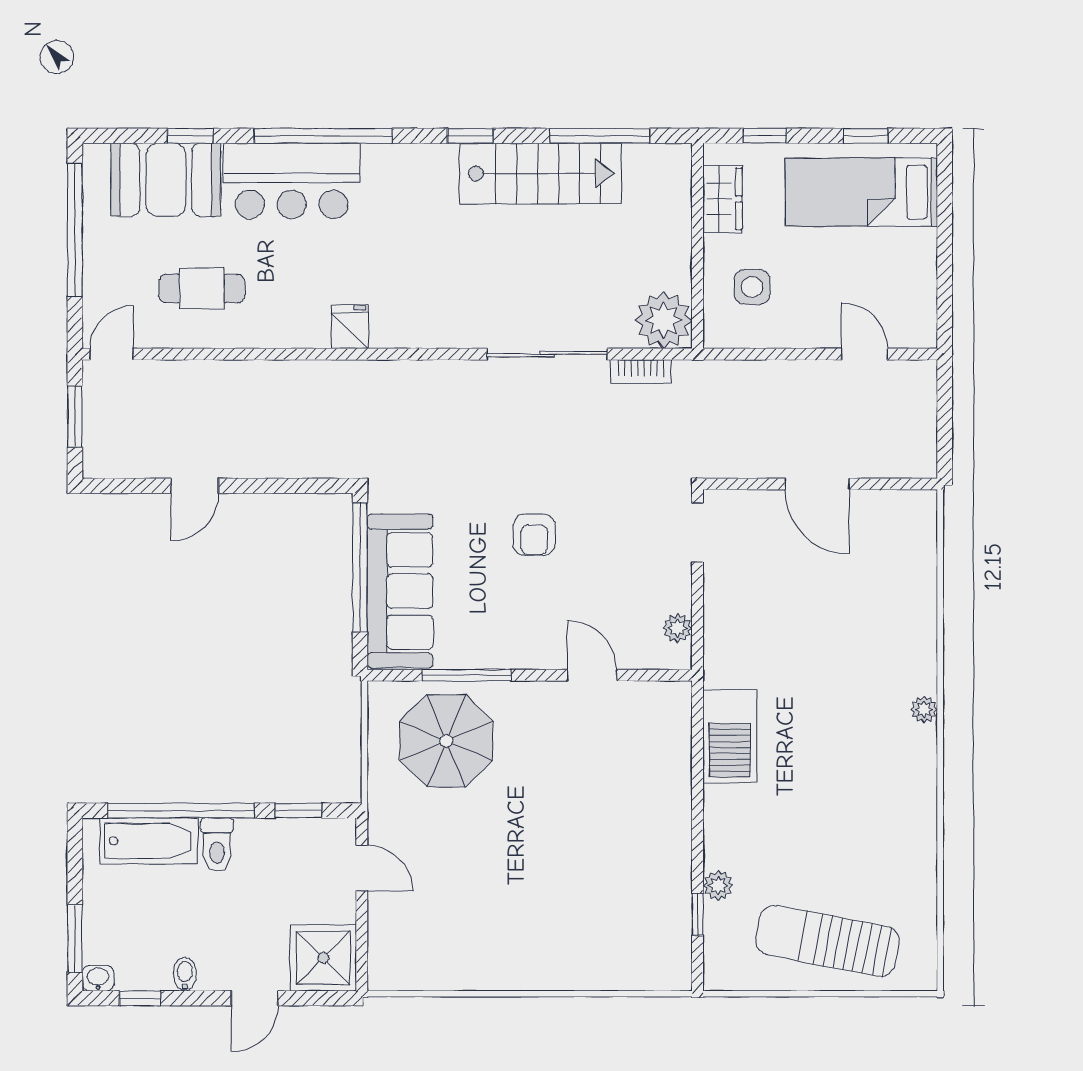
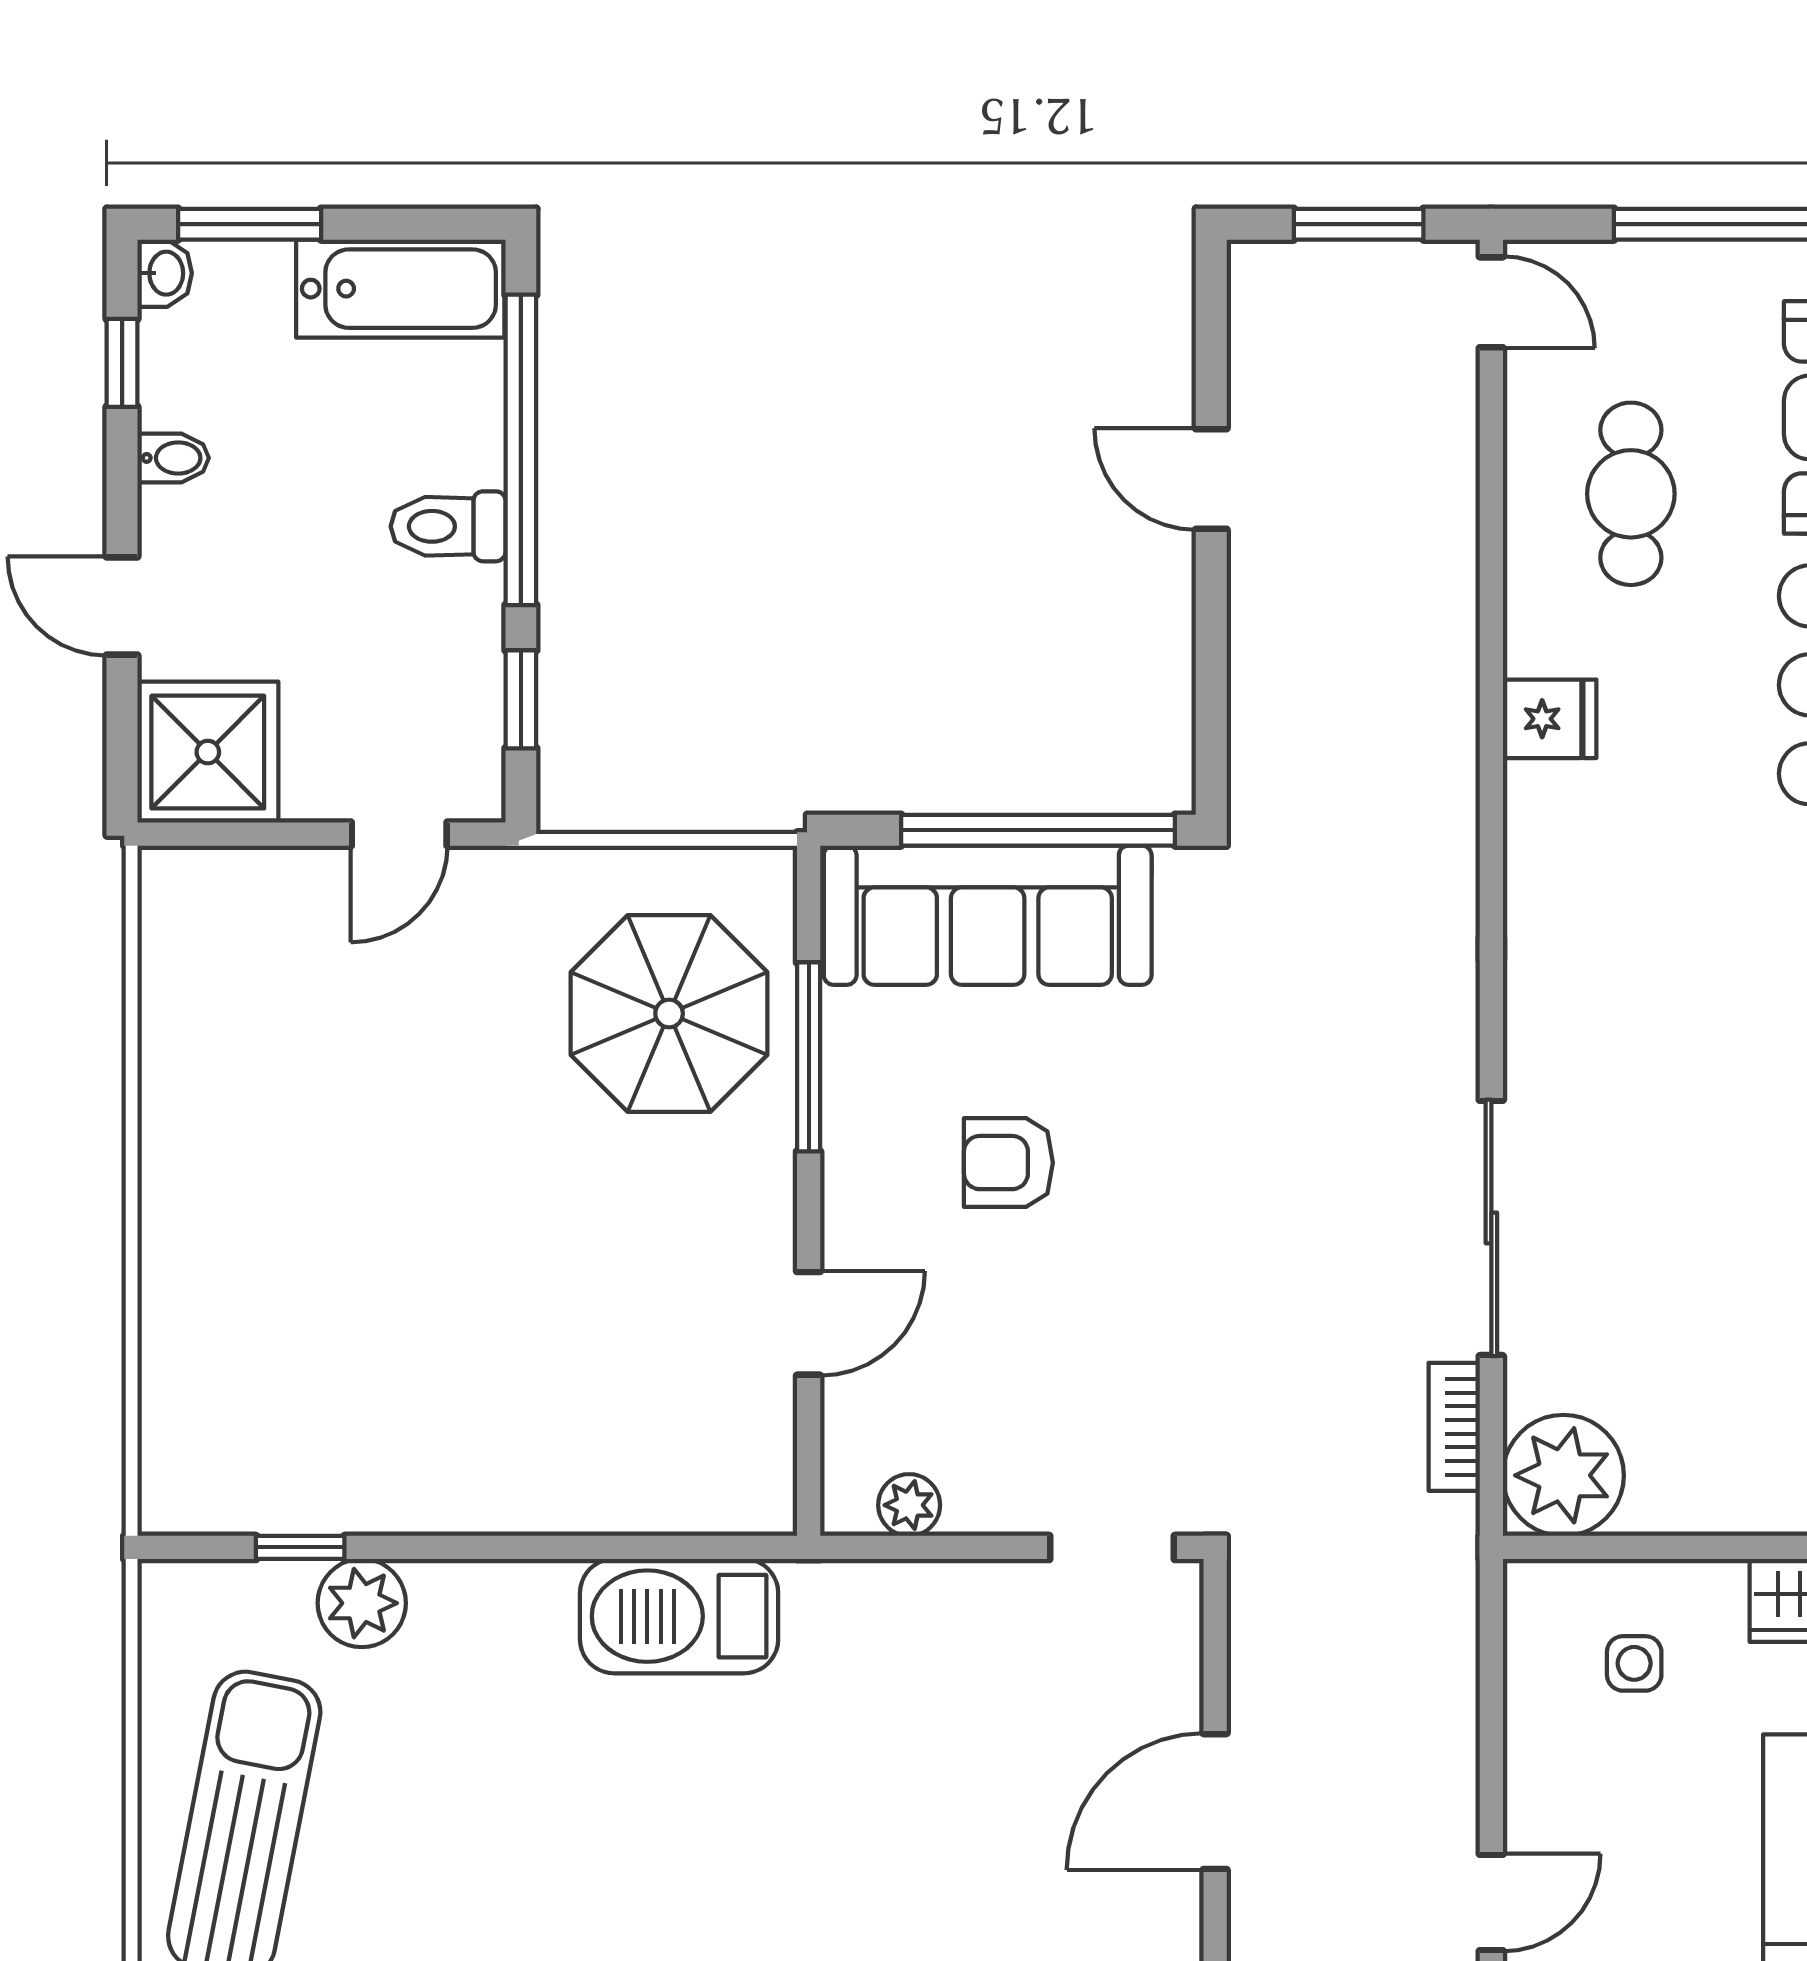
side table: (752, 287) -> (1634, 1663), width x0.73, depth x0.73
fridge: (350, 327) -> (1550, 719), moved
armchair: (534, 535) -> (1008, 1163), moved
bathtub: (149, 841) -> (400, 289), moved, turned -90
plant: (718, 885) -> (362, 1603), width x1.38, depth x1.38

